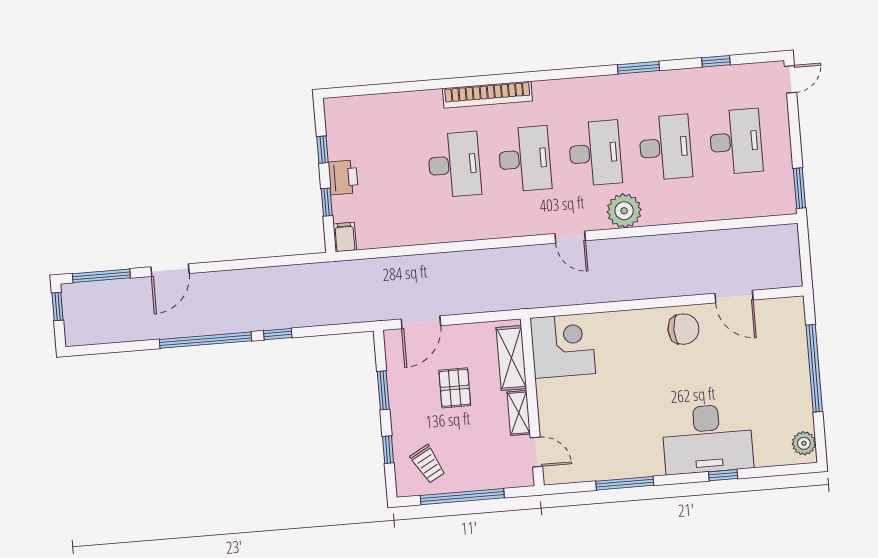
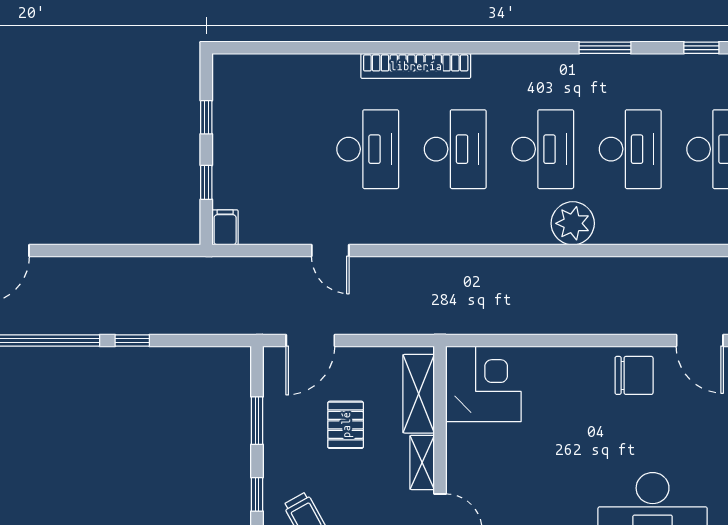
printer: (343, 177) -> (229, 154), removed
door: (570, 237) -> (330, 250), moved

